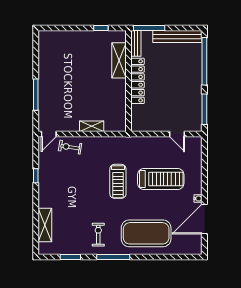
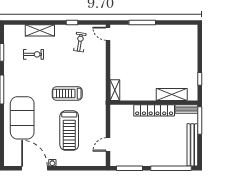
shelving: (92, 126) -> (115, 90), moved
exercise bike: (70, 147) -> (80, 42), moved
shelving: (45, 225) -> (40, 30), moved
exercise bike: (98, 235) -> (34, 54), moved

